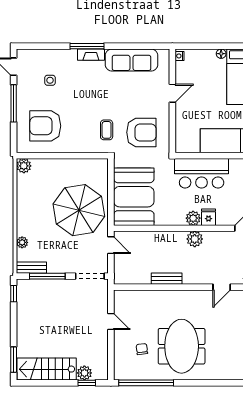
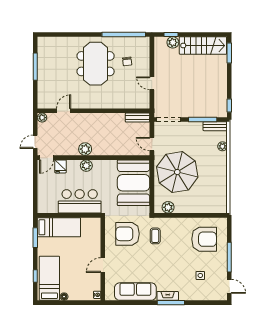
plant: (24, 166) -> (168, 207), moved
fridge: (209, 217) -> (61, 166), moved
bench: (167, 279) -> (138, 118), moved

